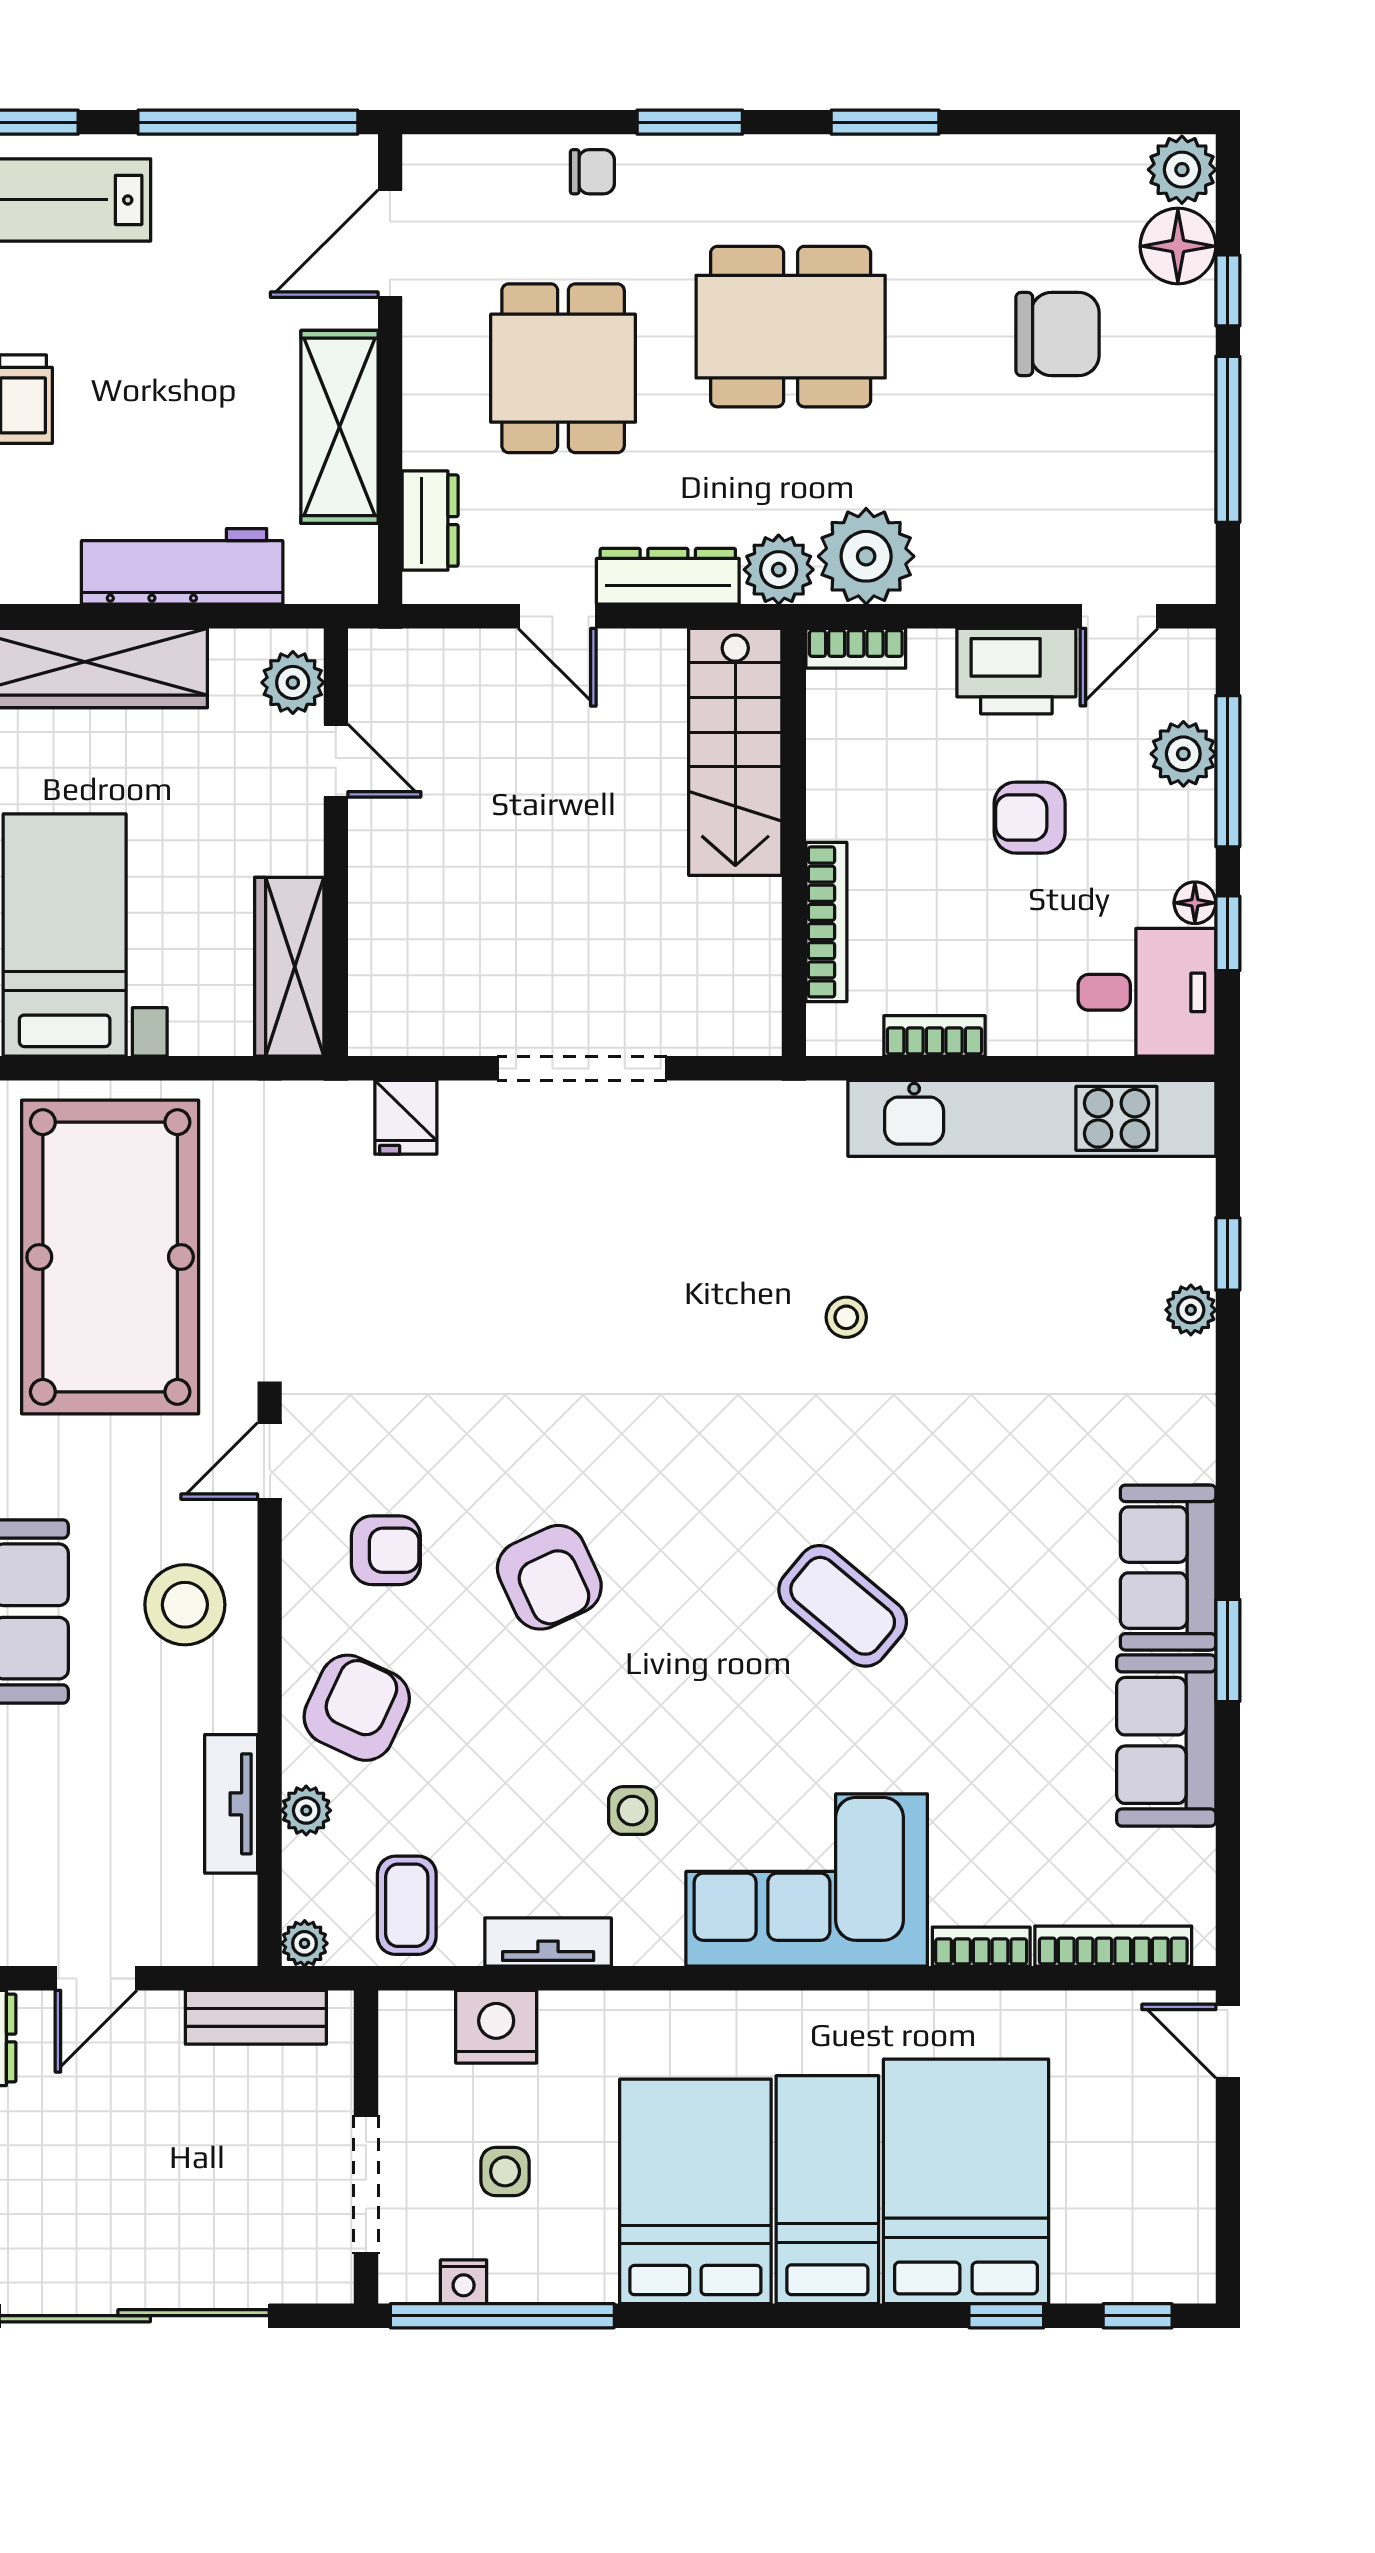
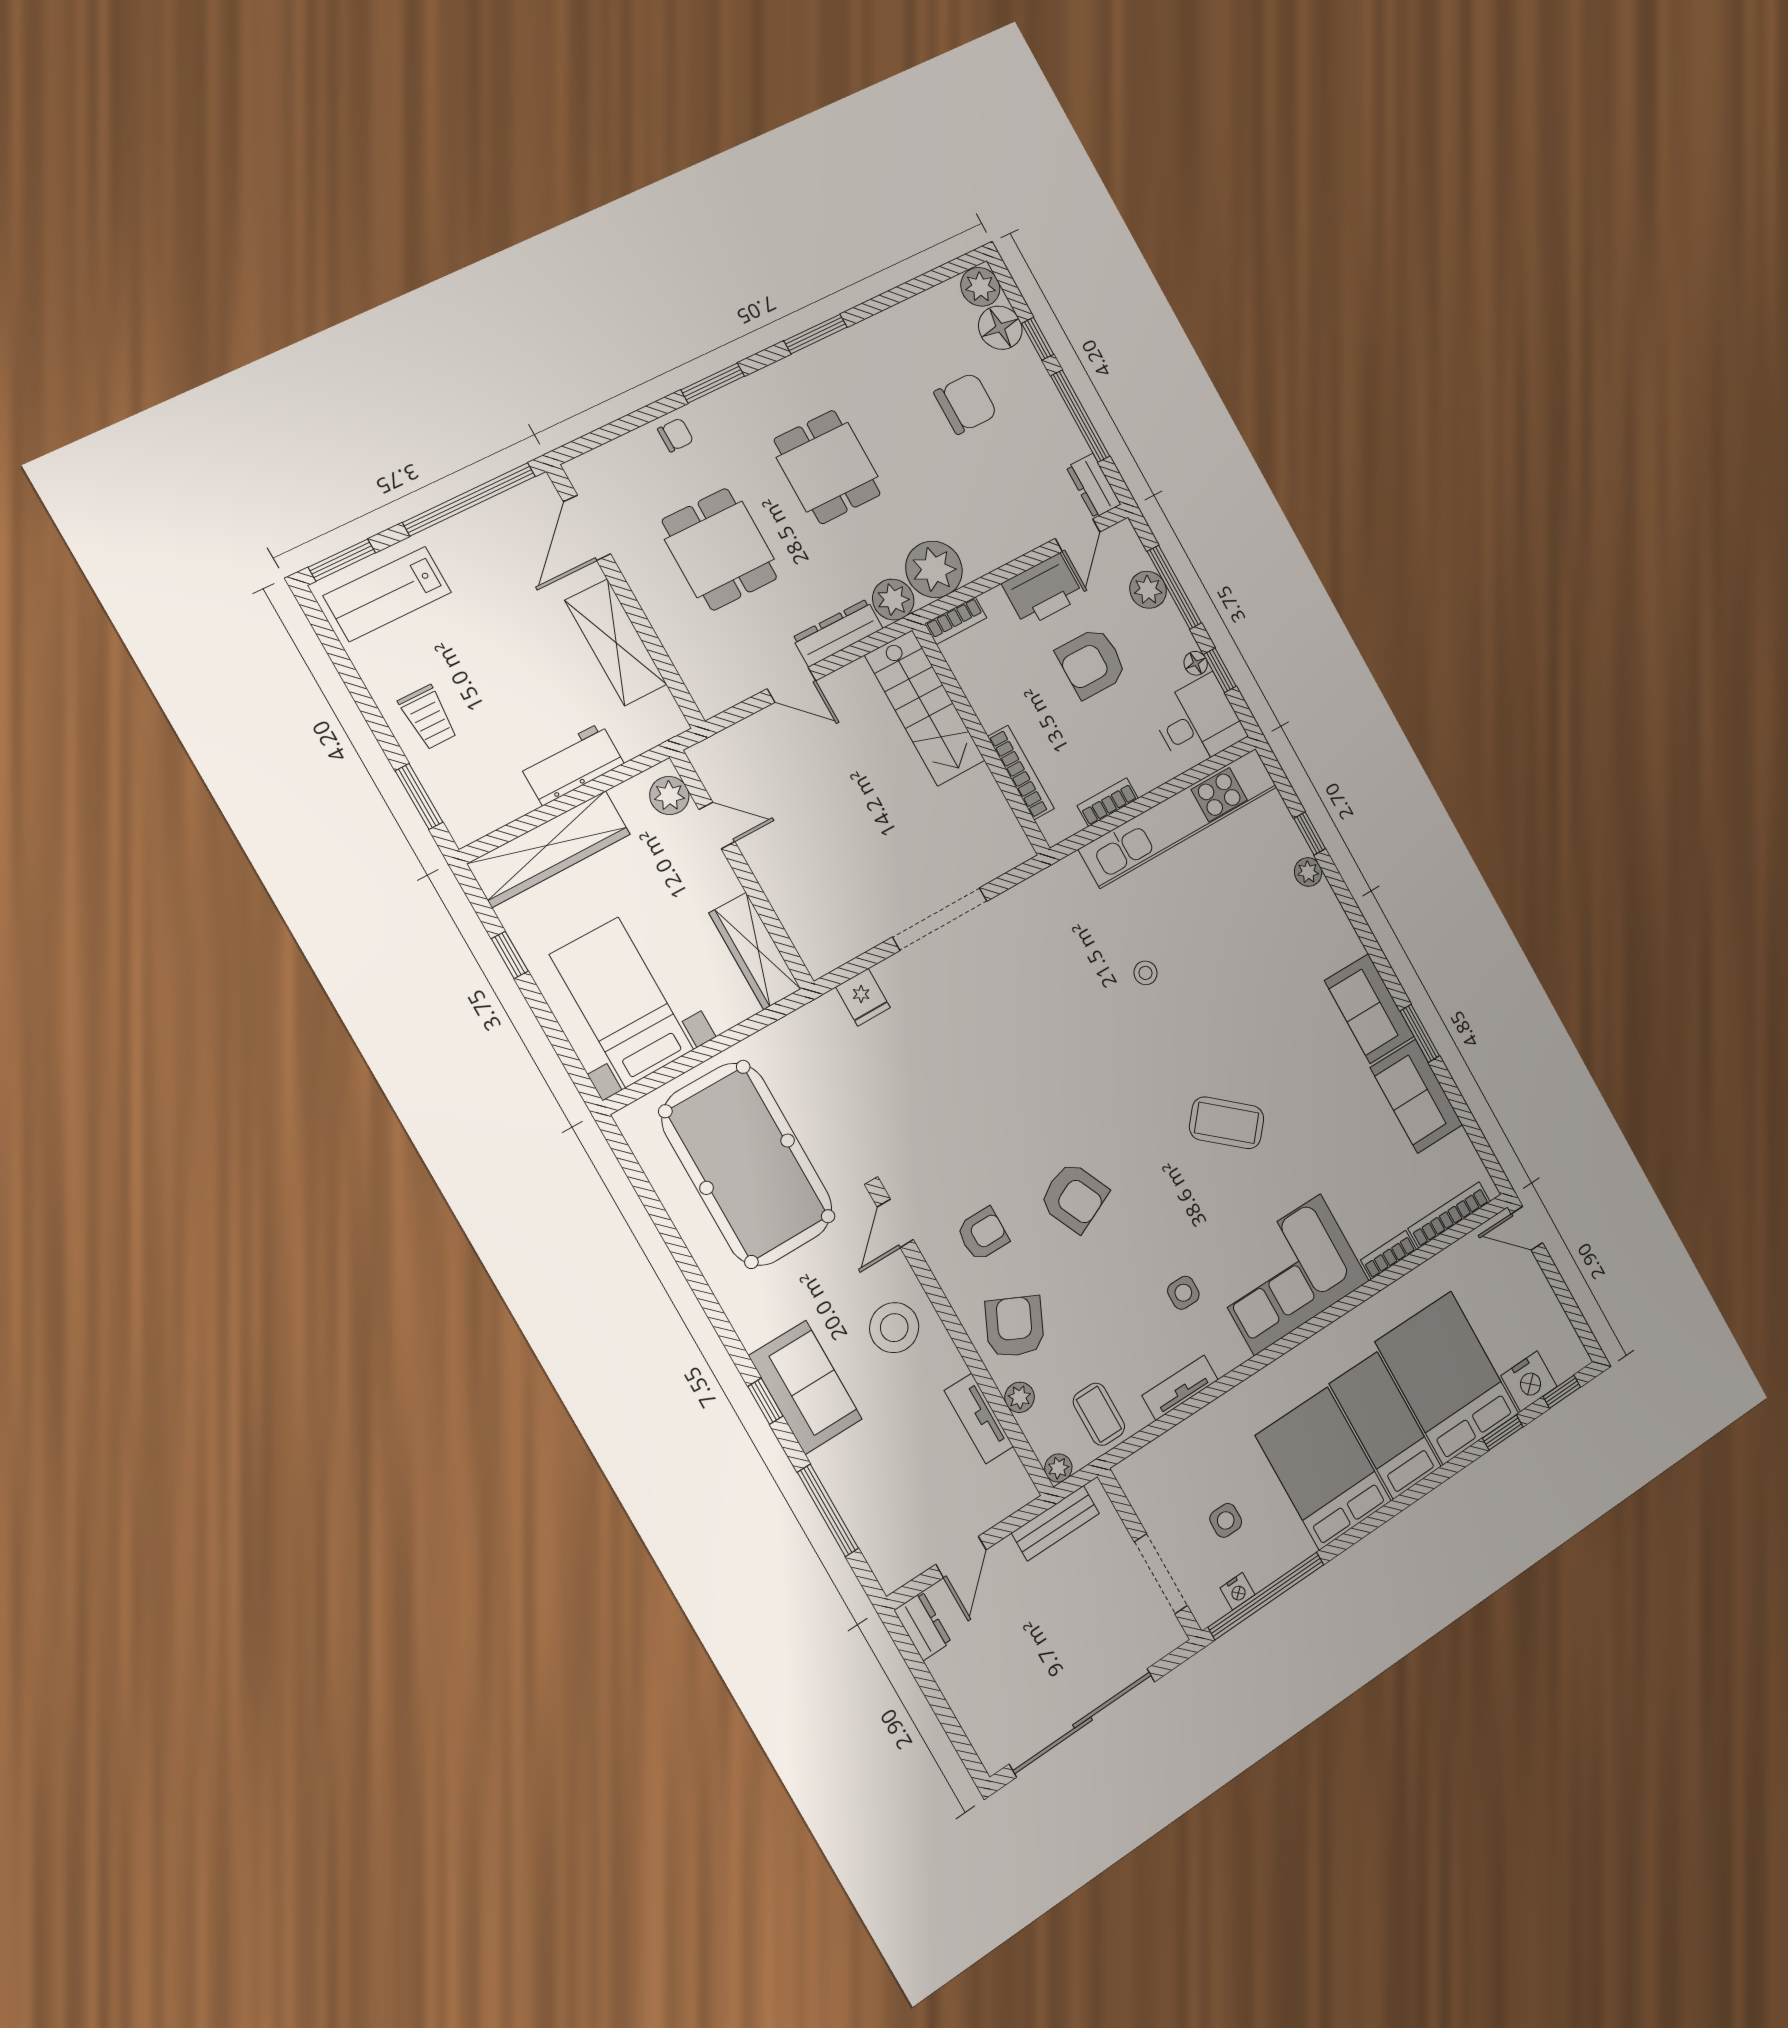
dining table: (791, 327) -> (827, 467), width x0.73
dresser: (430, 521) -> (1094, 486), moved, turned 180
workbench: (182, 566) -> (572, 764), width x0.73
armchair: (1030, 818) -> (1092, 663), width x1.38, depth x1.38
nightstand: (496, 2027) -> (1529, 1381), moved, turned 180

